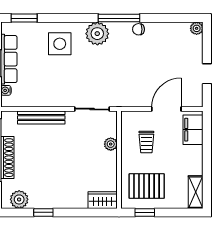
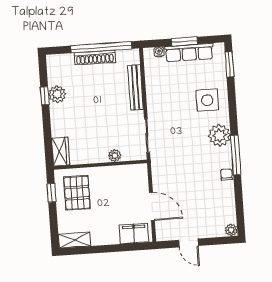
trolley: (146, 142) -> (119, 190), removed
plant: (19, 199) -> (57, 94), moved

